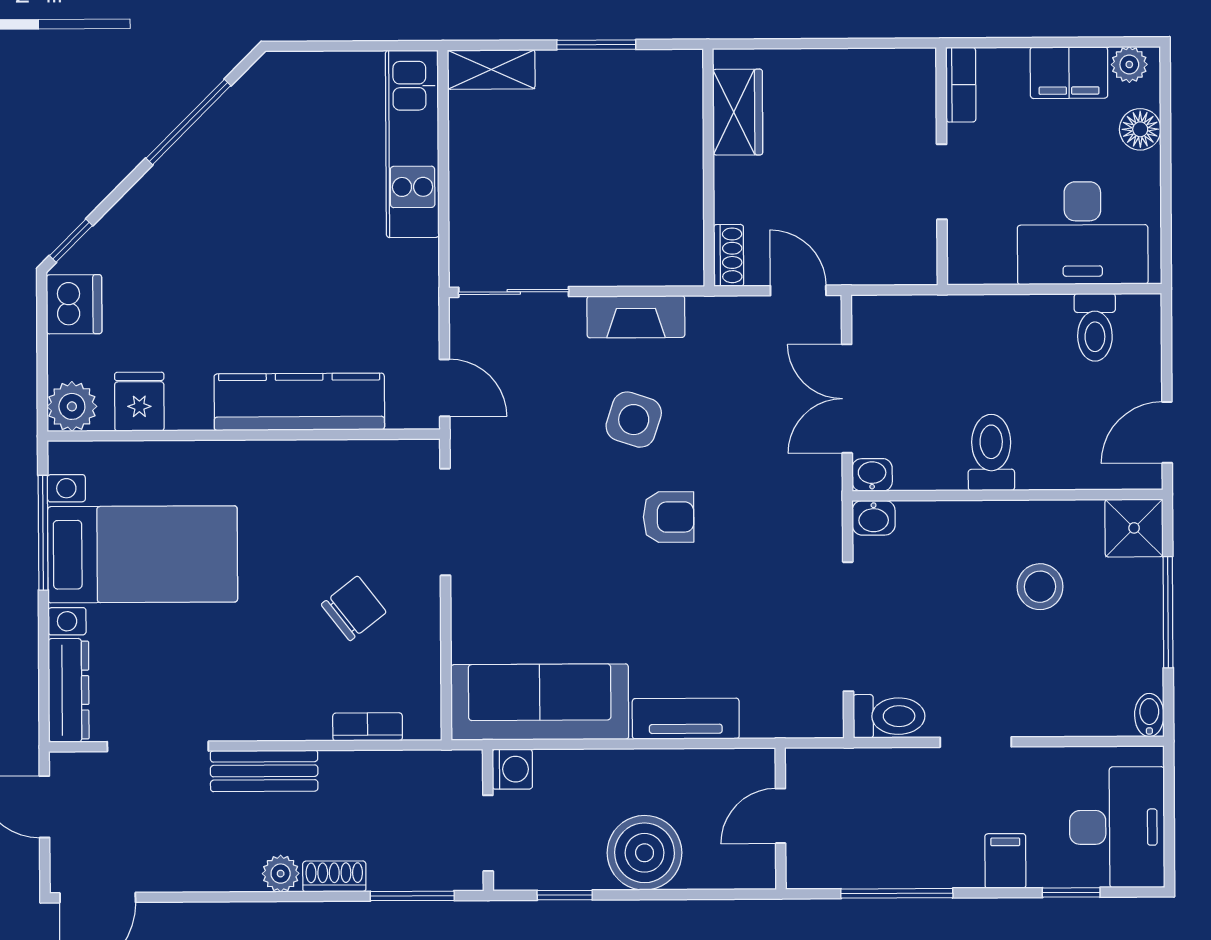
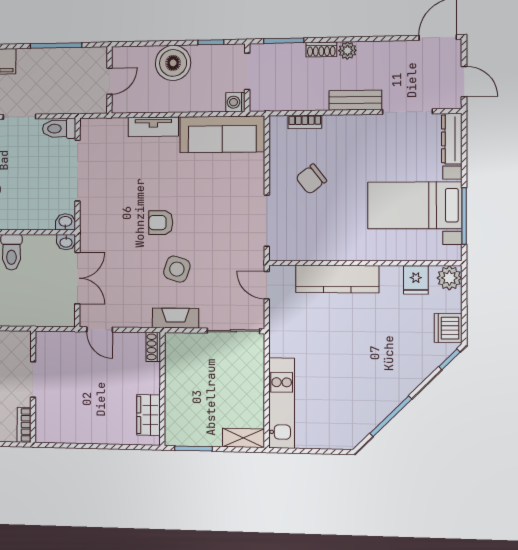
wardrobe: (738, 112) -> (149, 415), moved
wall: (709, 167) -> (162, 389), moved
shoe rack: (729, 255) -> (153, 347), moved

